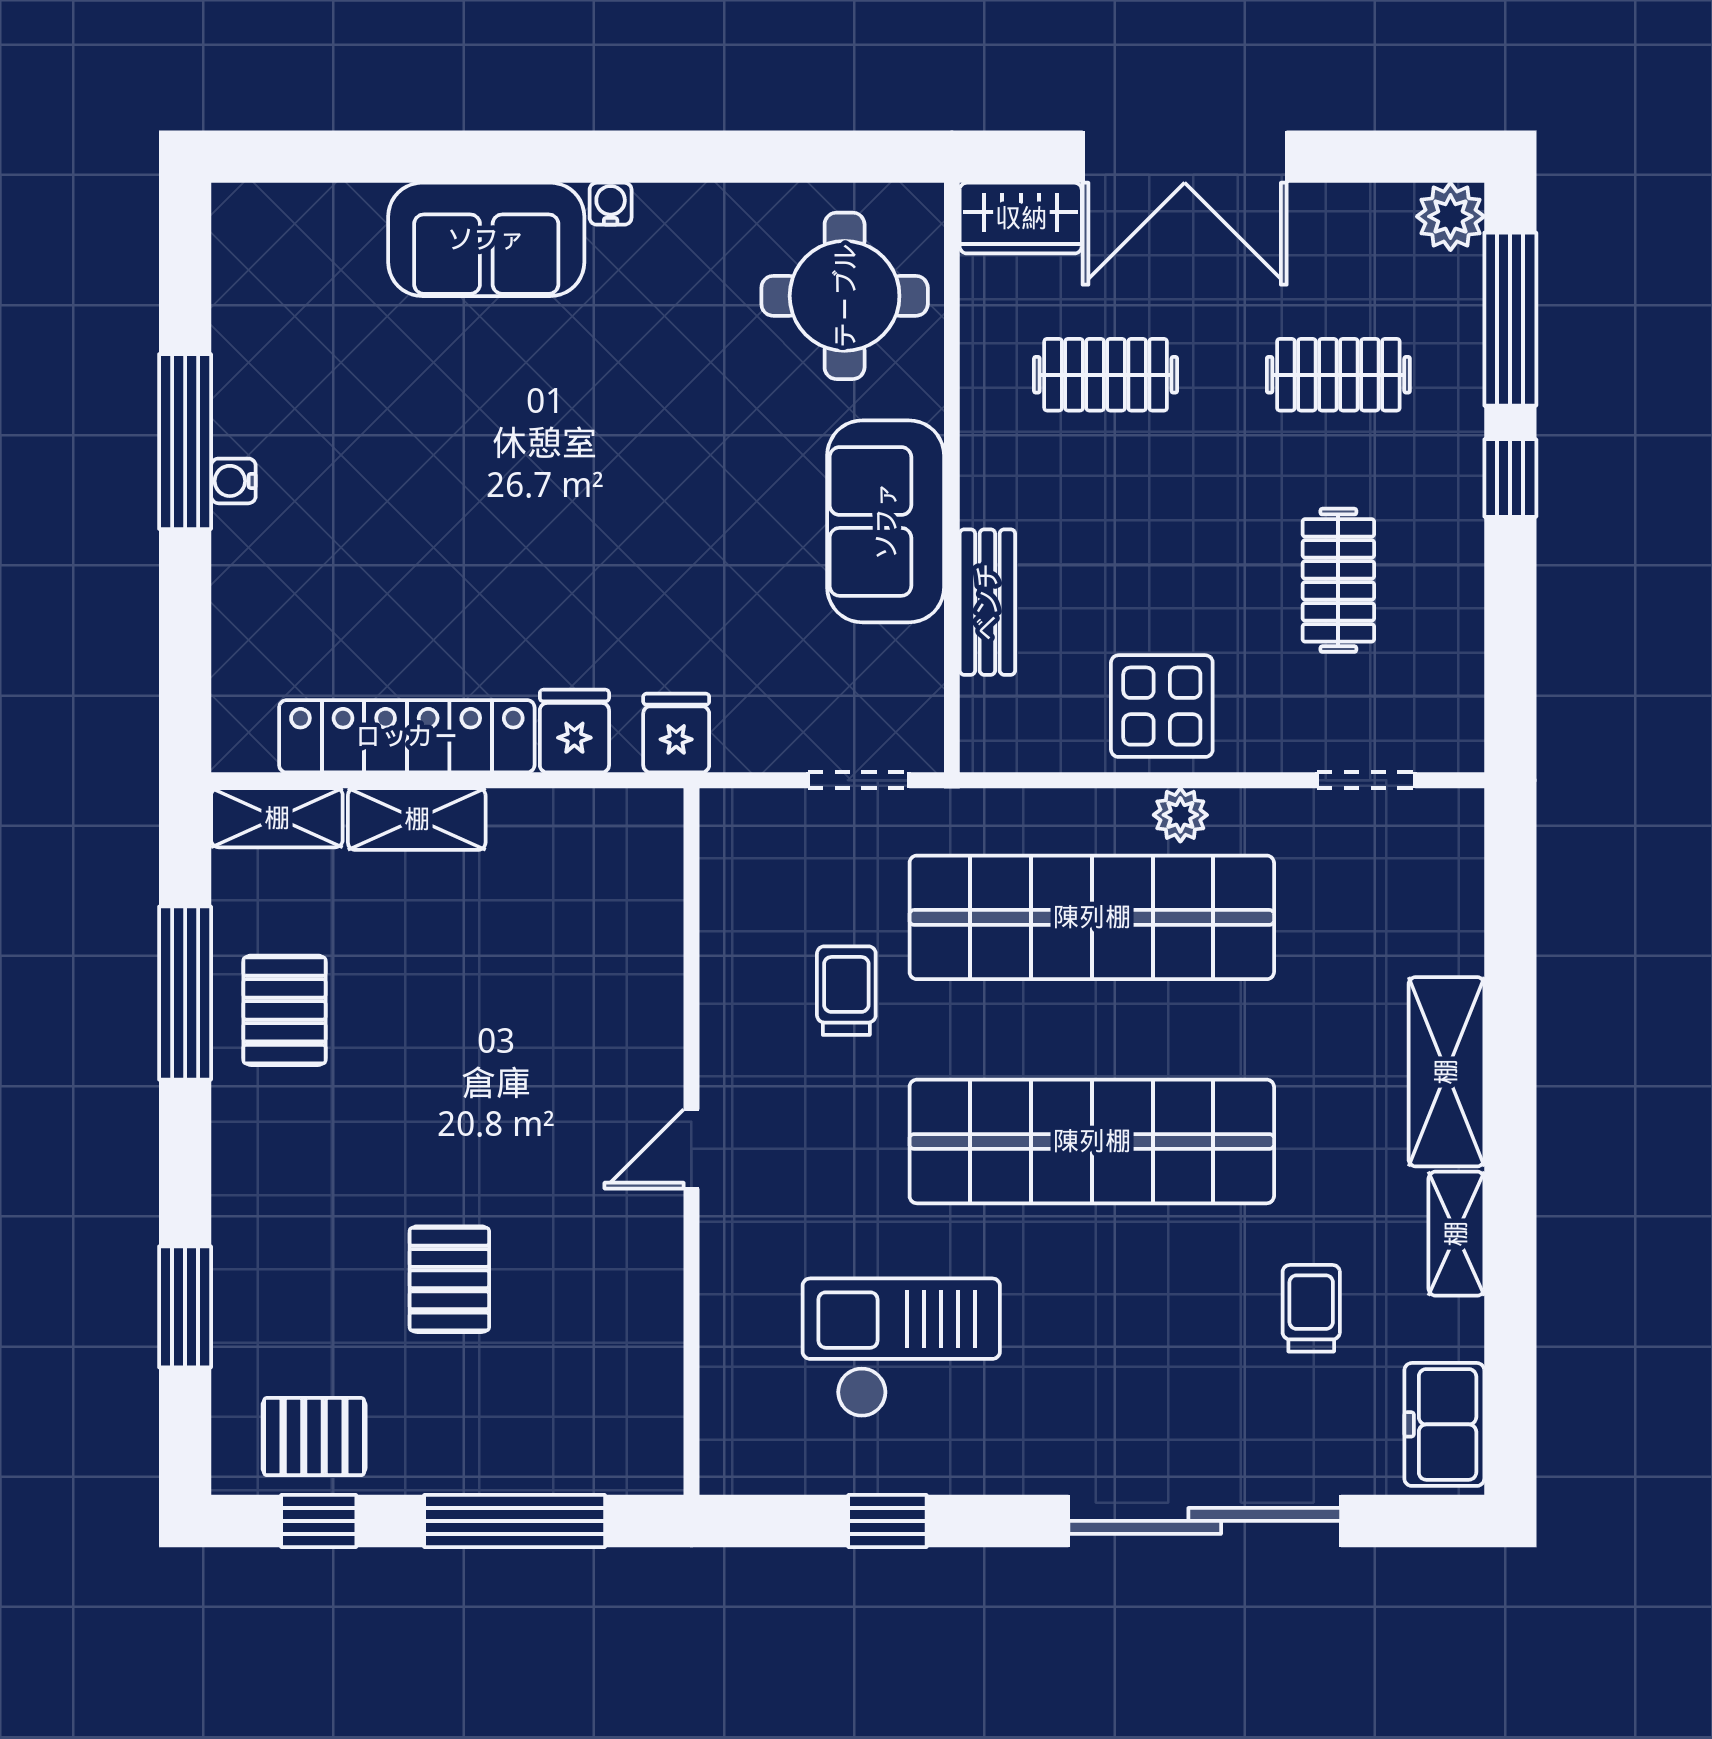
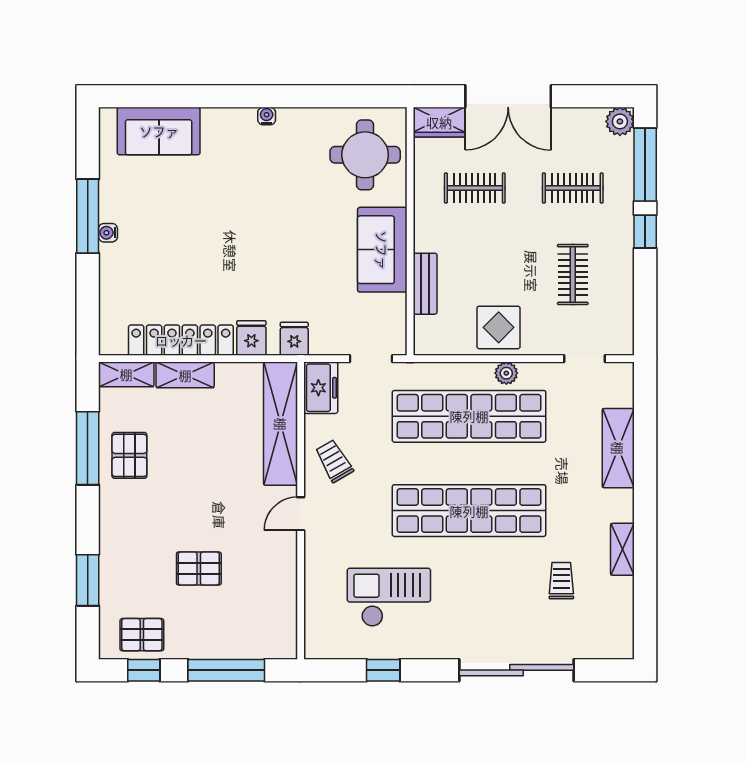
sofa: (486, 239) -> (159, 131), moved
shelving: (644, 935) -> (281, 424), added
trolley: (846, 991) -> (334, 461), moved, turned -30
shelving: (1446, 1072) -> (618, 448), moved
pallet: (449, 1279) -> (199, 568), turned 90
freezer: (1444, 1424) -> (321, 388), moved, turned 180

